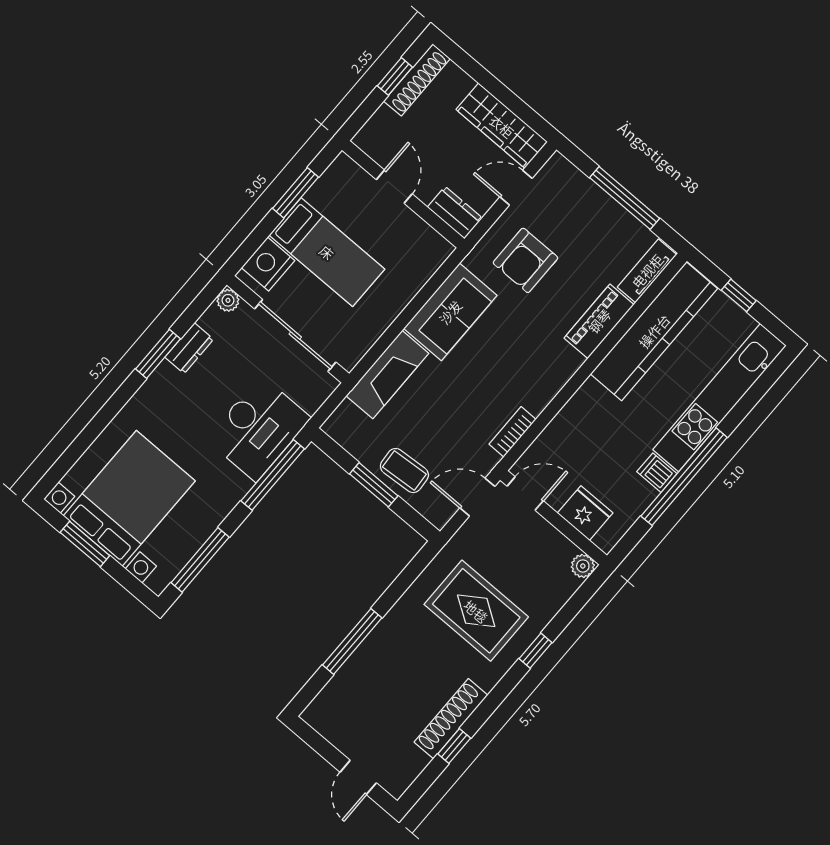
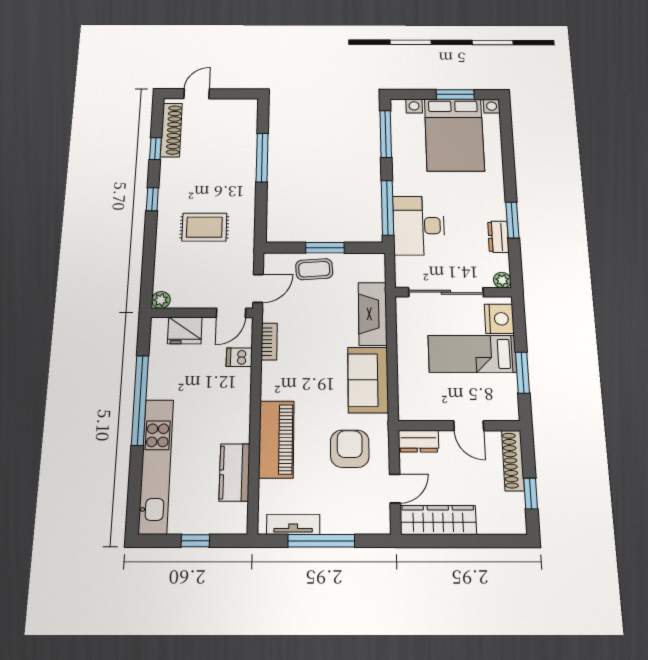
shoe rack: (417, 80) -> (513, 460), moved
tv unit: (647, 271) -> (293, 524), moved, turned -90
piano: (599, 321) -> (276, 439), width x1.37, depth x1.33
kitchen counter: (654, 331) -> (234, 472), width x0.48, depth x0.86
dishwasher: (657, 473) -> (239, 357), moved, turned 180
rug: (476, 611) -> (204, 227), width x0.73, depth x0.70
window: (536, 651) -> (152, 199), moved
shoe rack: (451, 719) -> (171, 130), moved
door: (358, 777) -> (197, 94), hinge flipped

